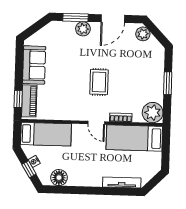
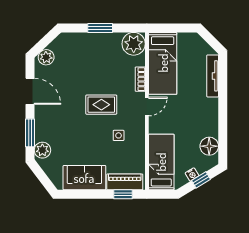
plant: (83, 29) -> (42, 150), moved
side table: (71, 97) -> (119, 135), added

